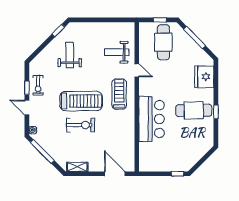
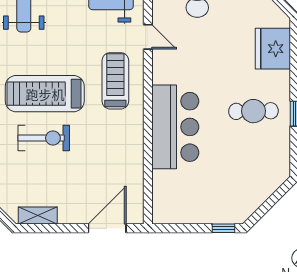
treadmill: (81, 101) -> (45, 94), turned 180
cafe table: (194, 110) -> (253, 111), width x0.73, depth x0.74
door: (115, 174) -> (107, 228), hinge flipped

